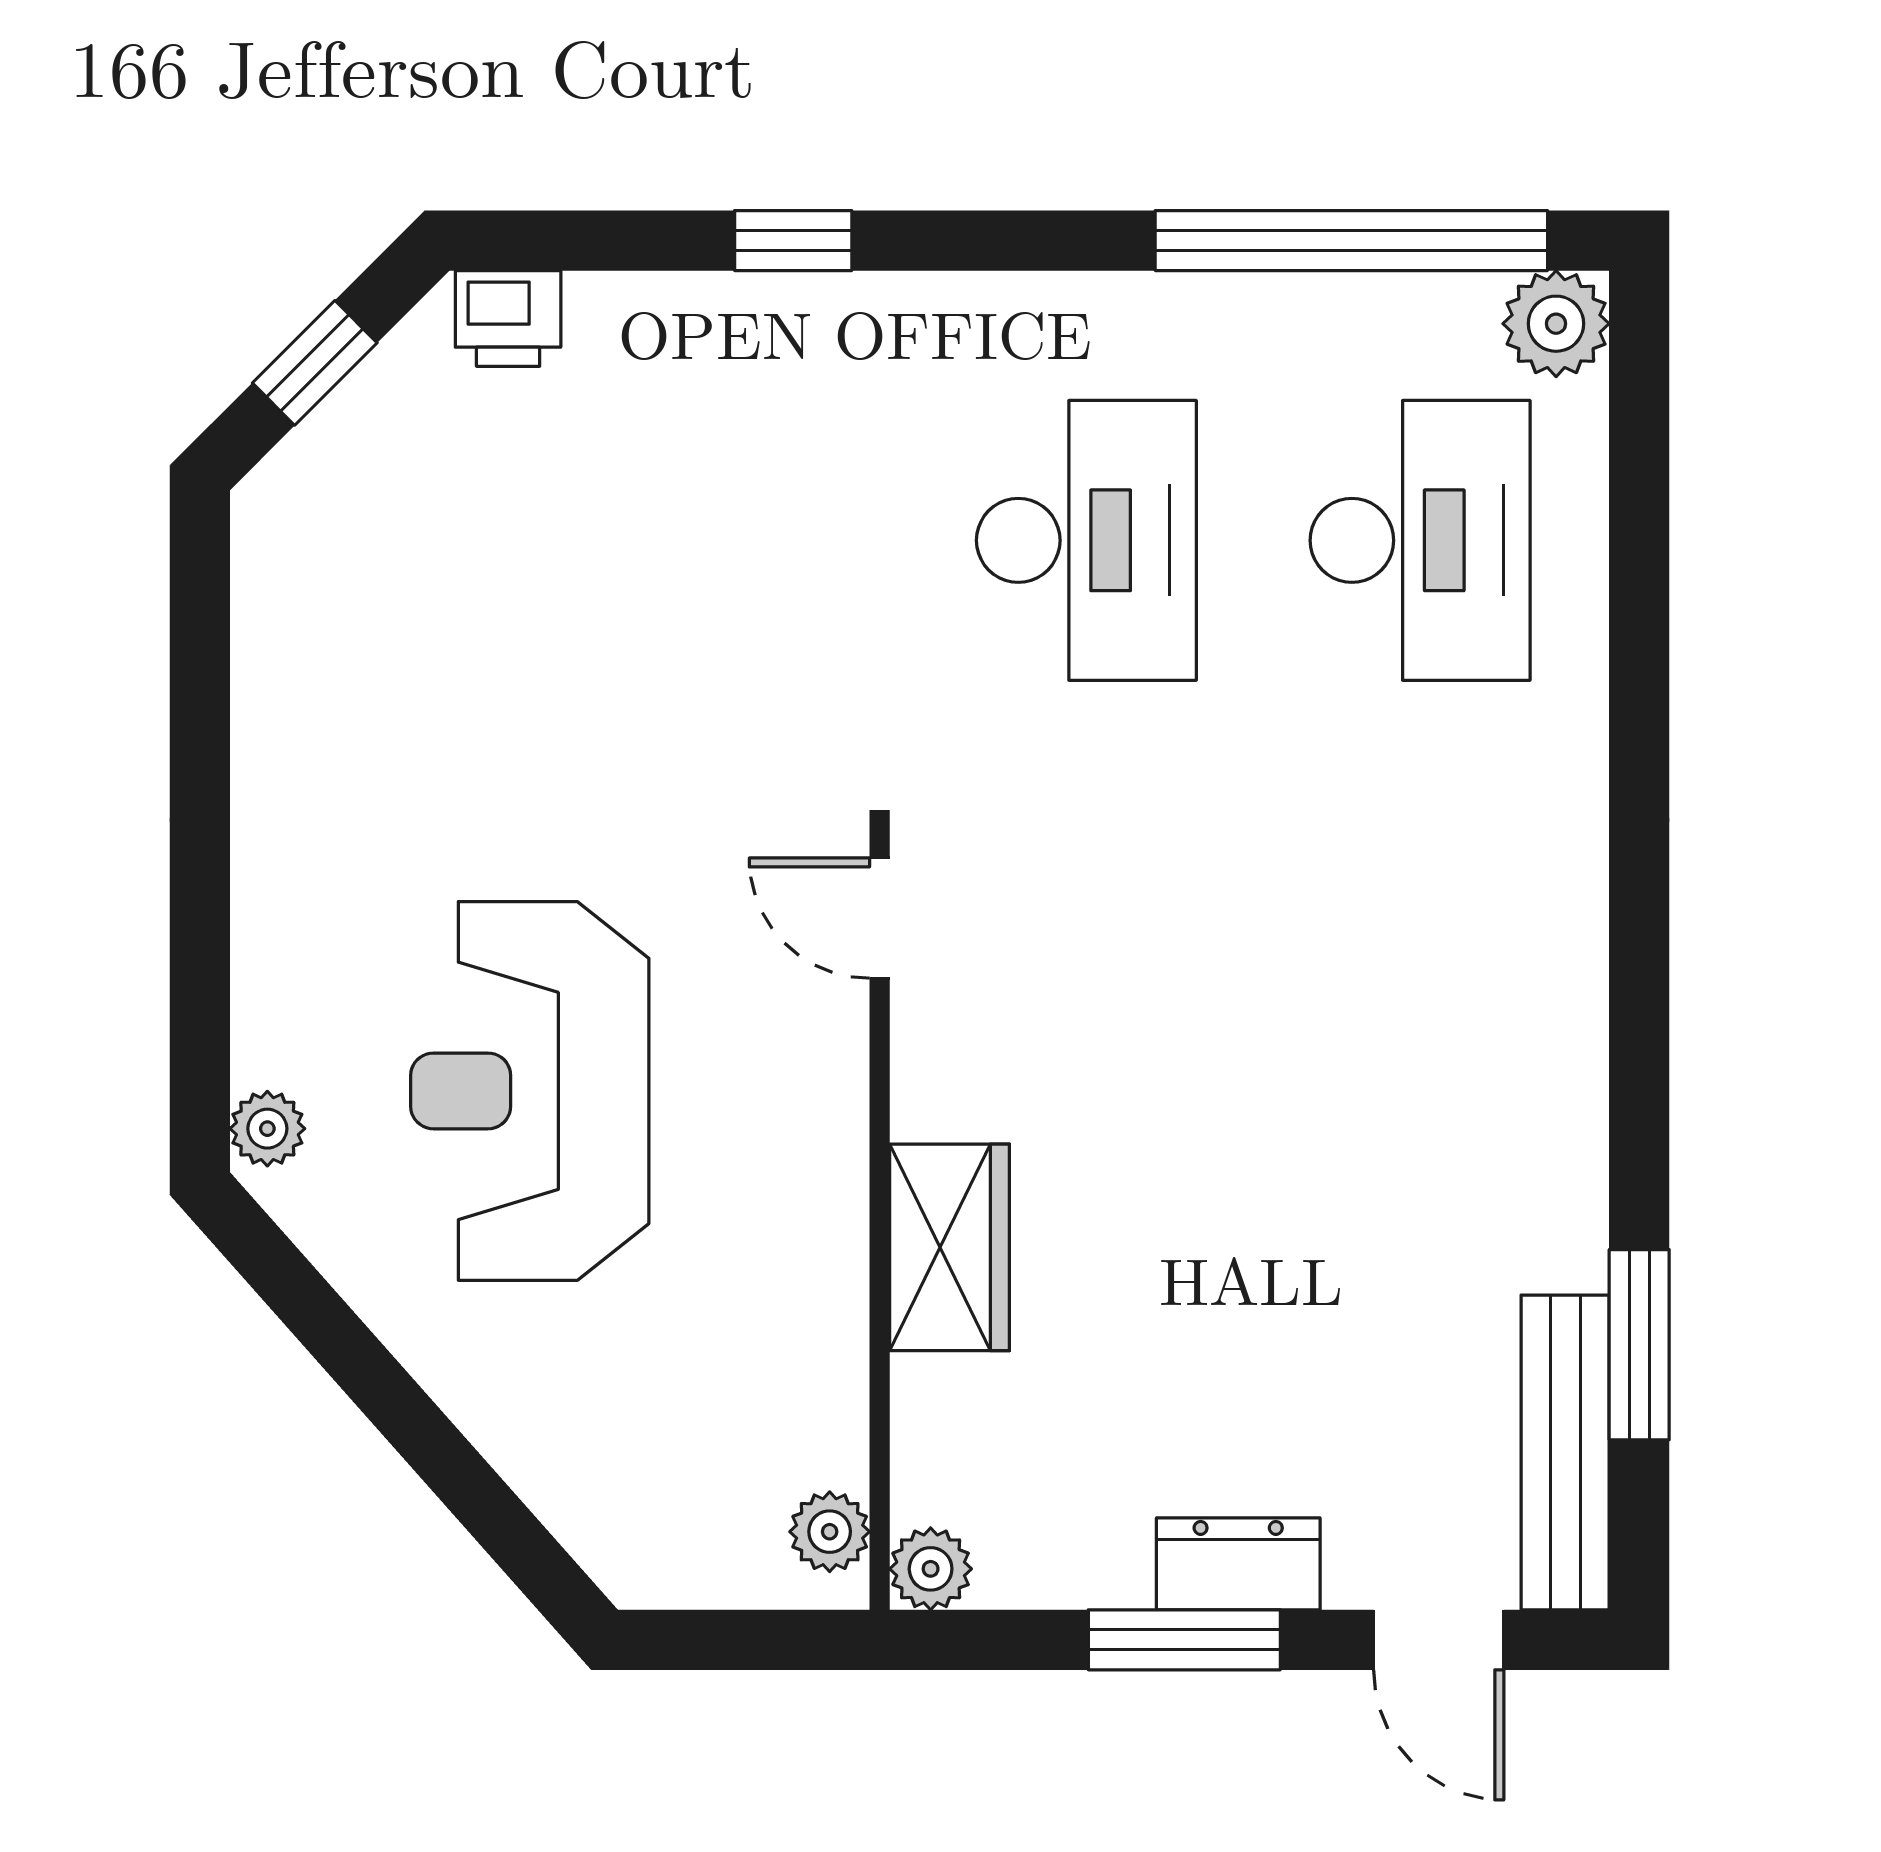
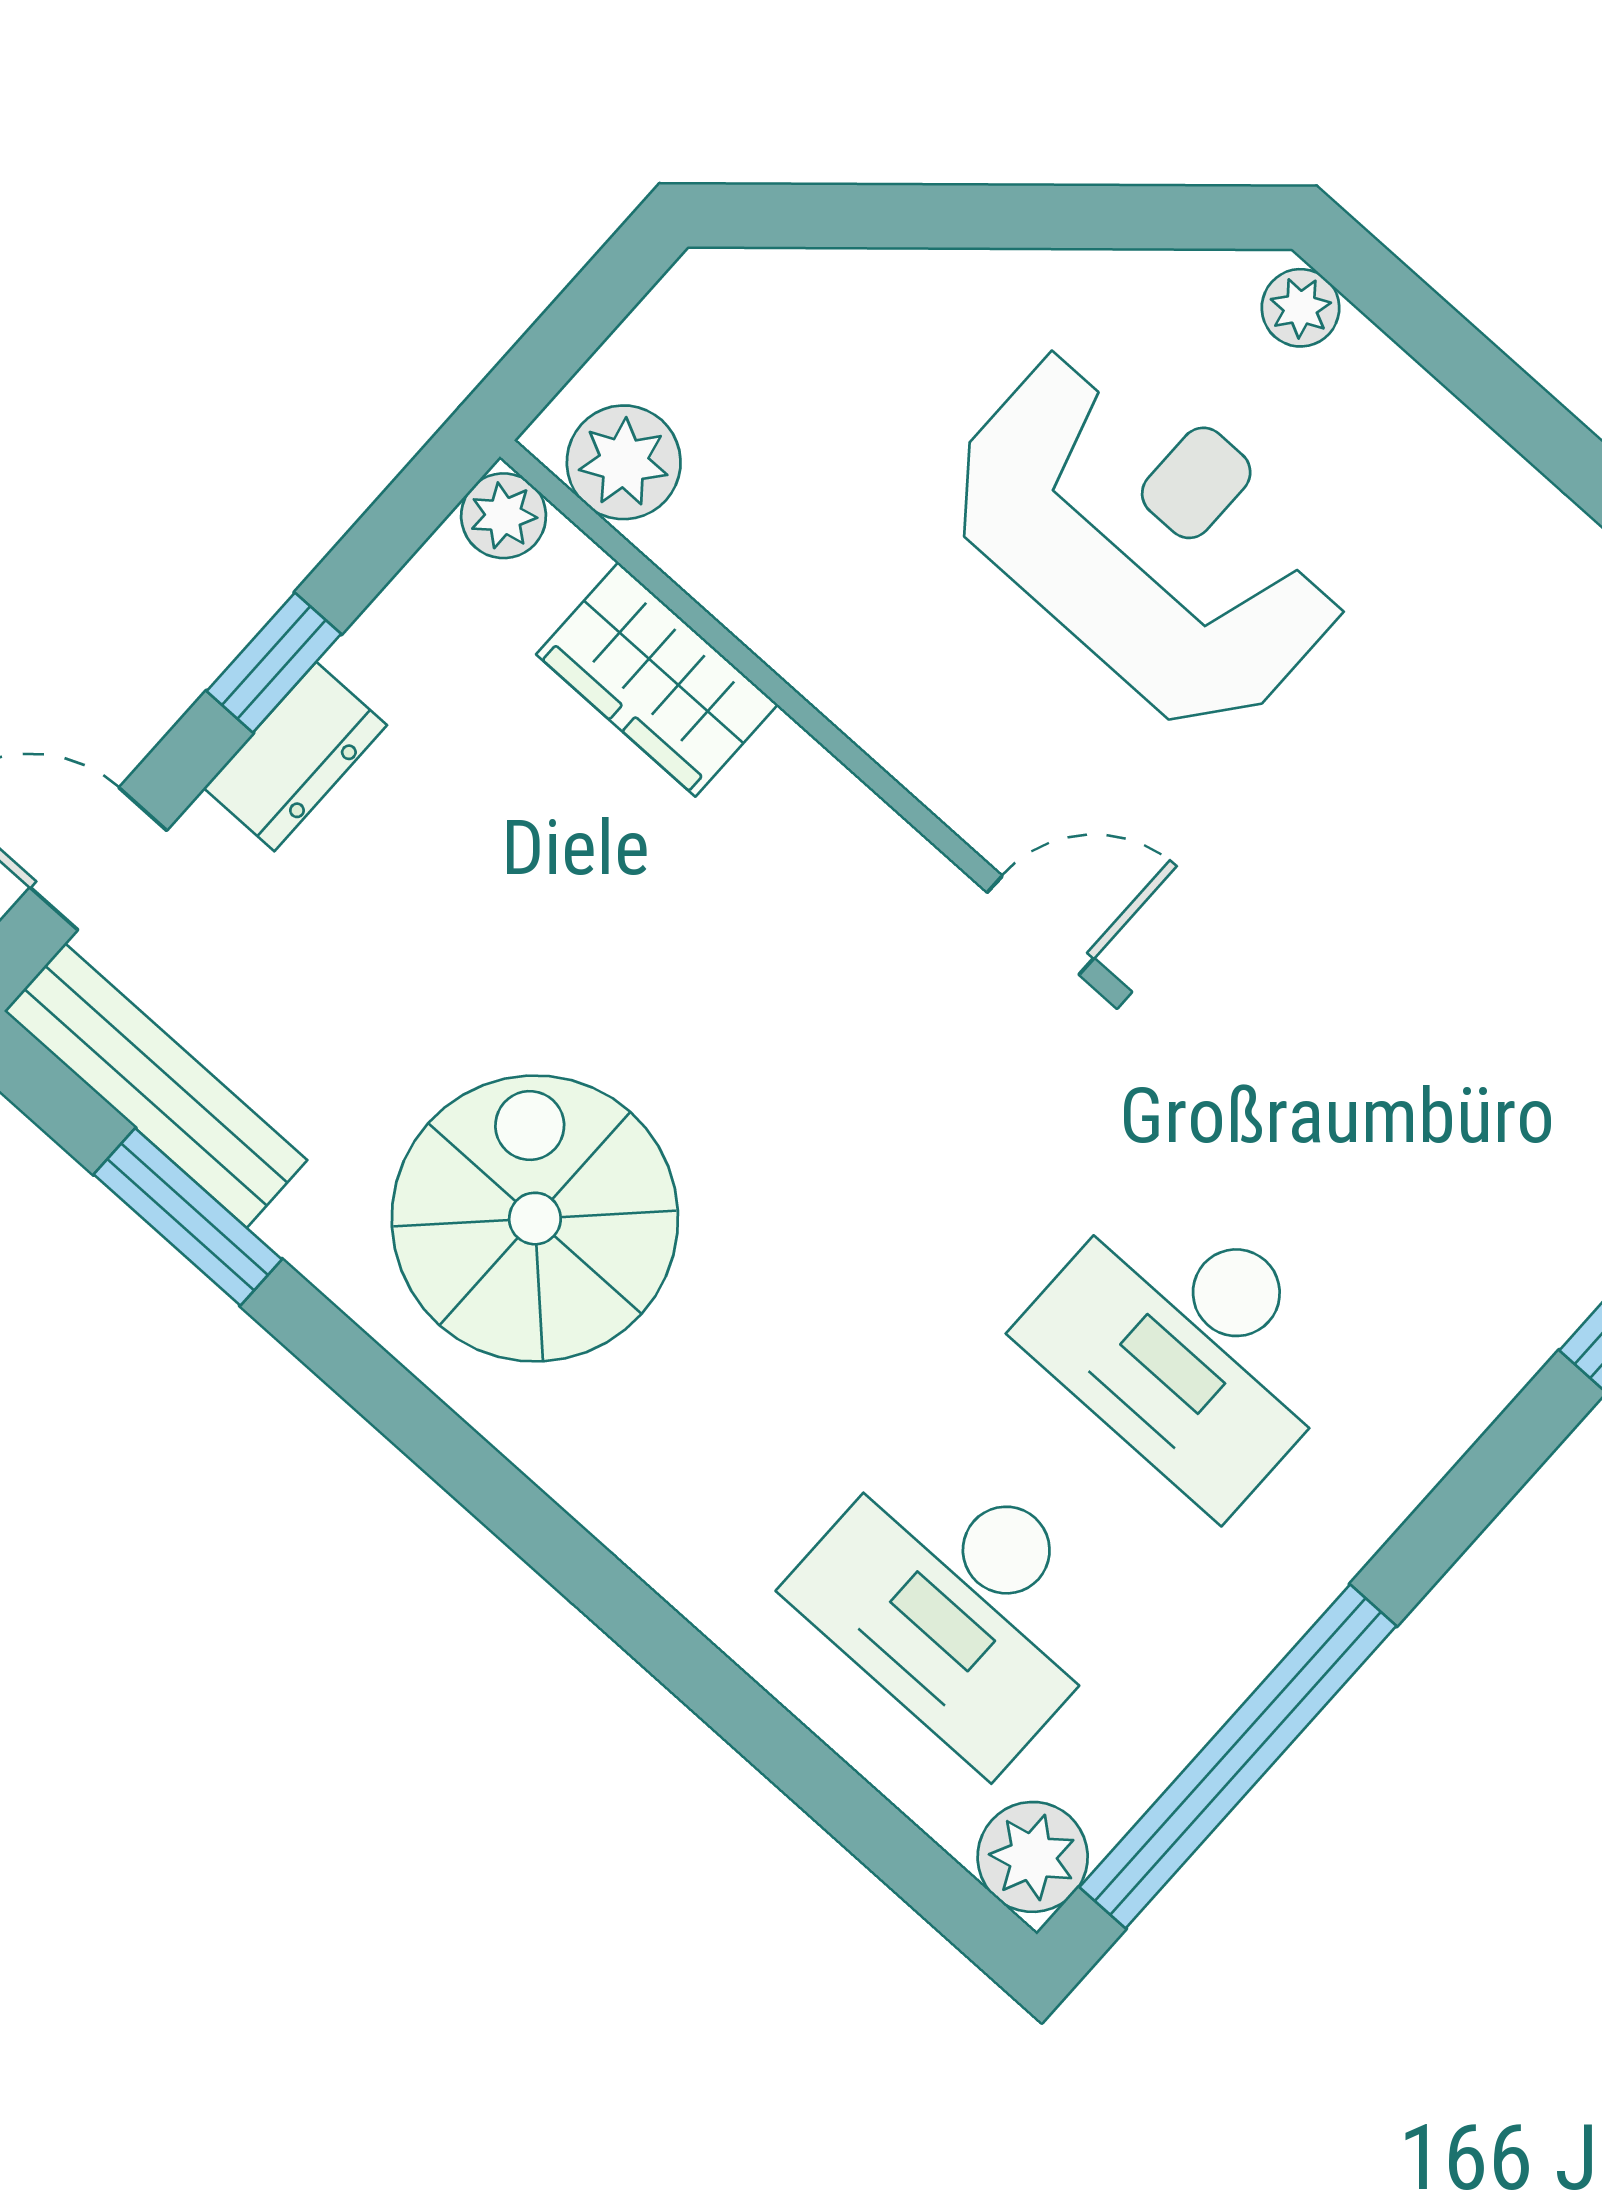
spiral stairs: (1417, 1094) -> (535, 1219), added
wardrobe: (950, 1247) -> (657, 679), moved
plant: (830, 1532) -> (624, 462), width x1.38, depth x1.38
window: (1184, 1640) -> (274, 663), width x0.67

